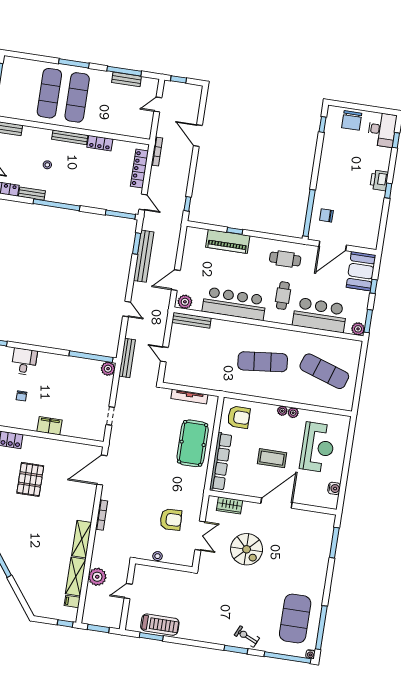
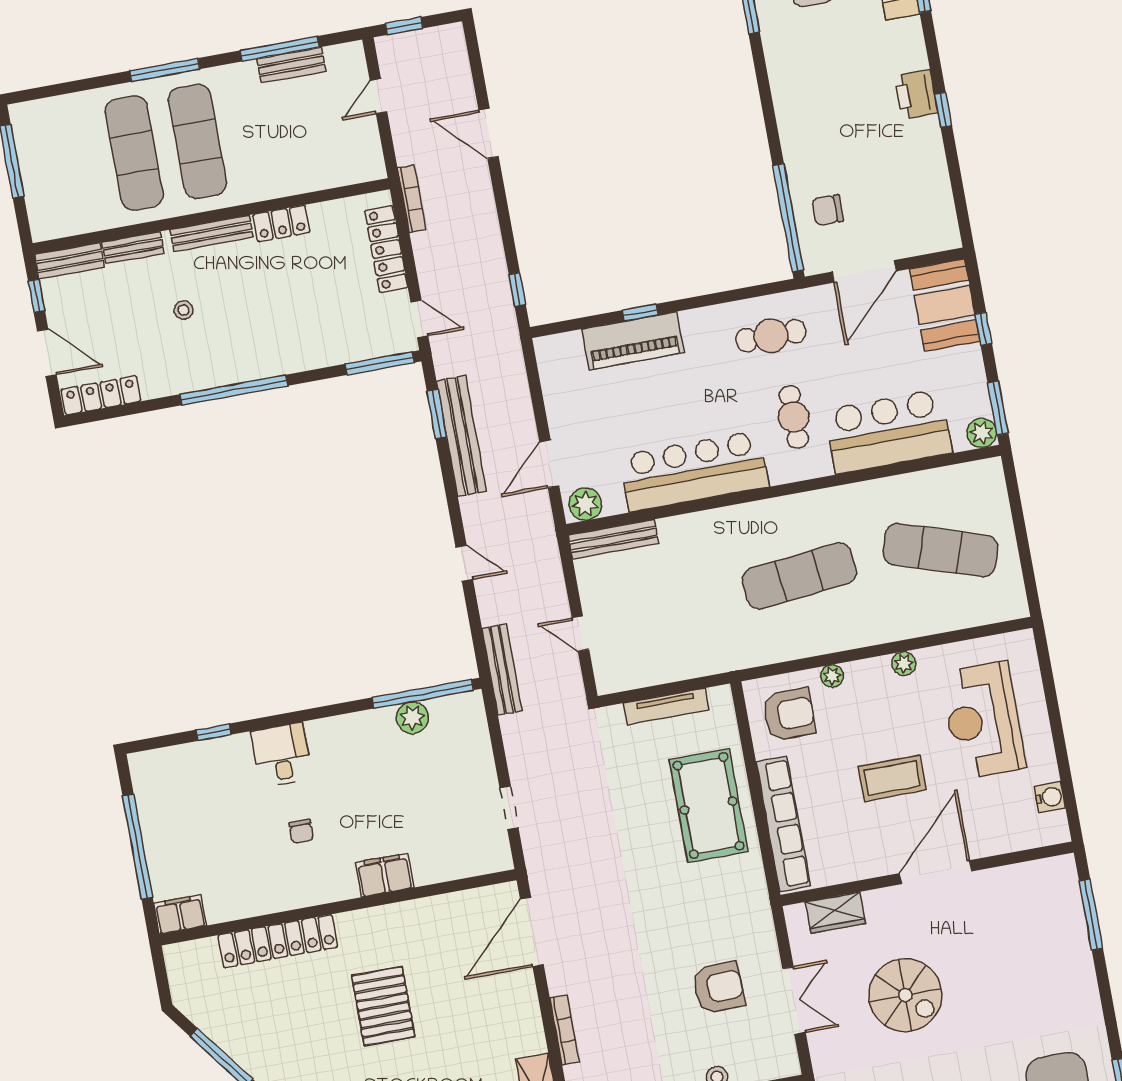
bench: (32, 194) -> (133, 248), moved
plant: (108, 369) -> (412, 718), moved
plant: (282, 411) -> (832, 676), moved
reception desk: (318, 447) -> (983, 720), turned 180

